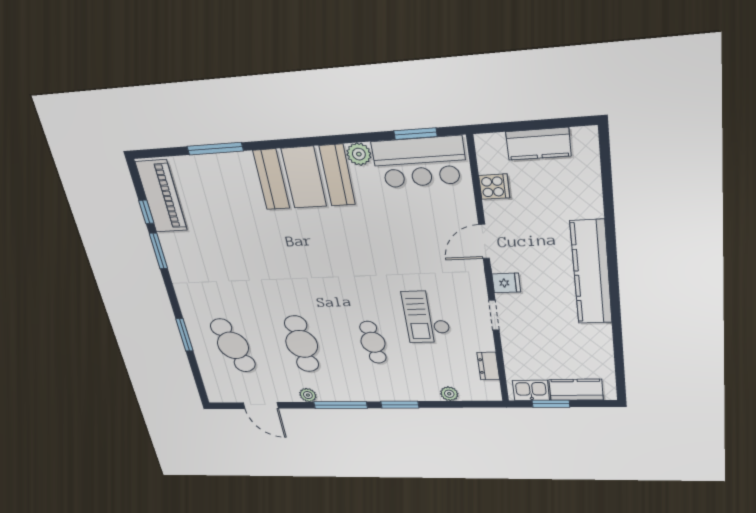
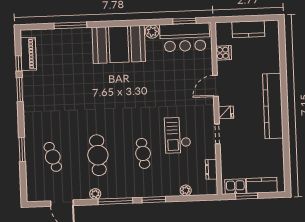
piano: (161, 196) -> (28, 54), width x0.73, depth x0.75
cafe table: (233, 345) -> (53, 157), width x0.73, depth x0.74

